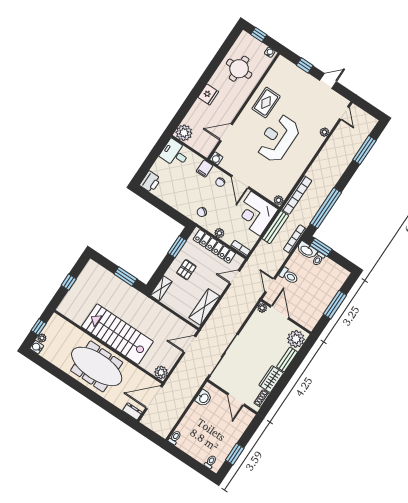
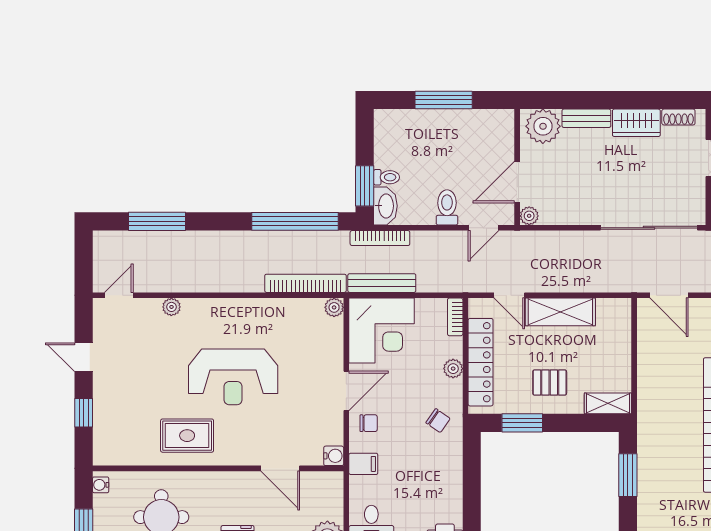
shelving: (204, 307) -> (560, 312), moved

